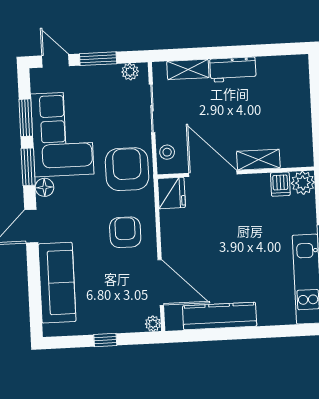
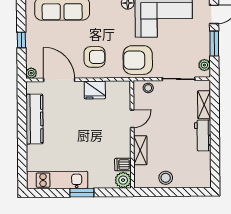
stool: (297, 121) -> (166, 178), added
armchair: (127, 169) -> (138, 60), turned 180
door: (213, 174) -> (132, 119), width x0.53
fridge: (171, 193) -> (95, 90), moved
door: (161, 282) -> (59, 80), swing flipped

